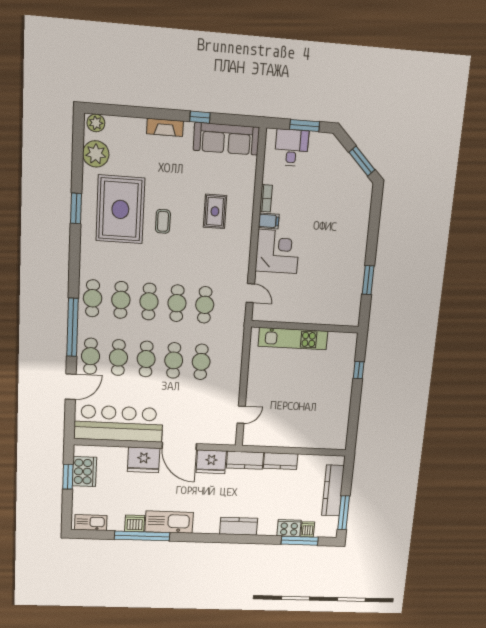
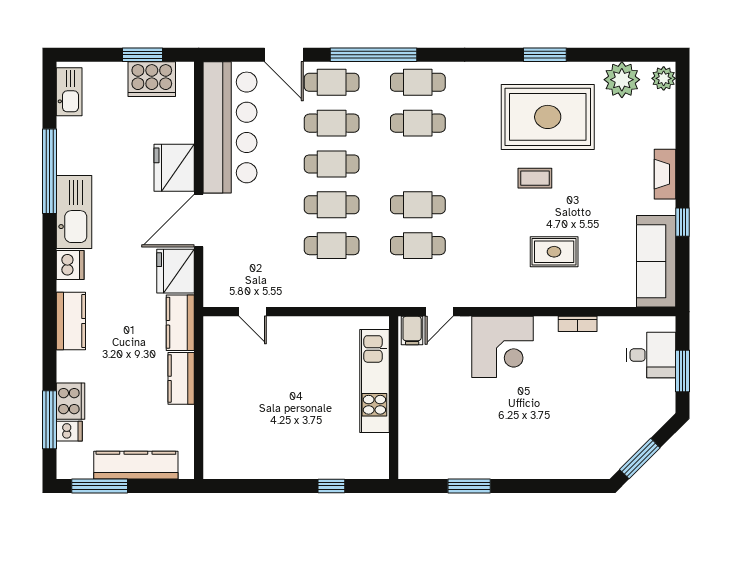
filing cabinet: (269, 221) -> (412, 331), moved
cafe table: (149, 302) -> (418, 164), removed
dishwasher: (135, 523) -> (70, 265), moved

